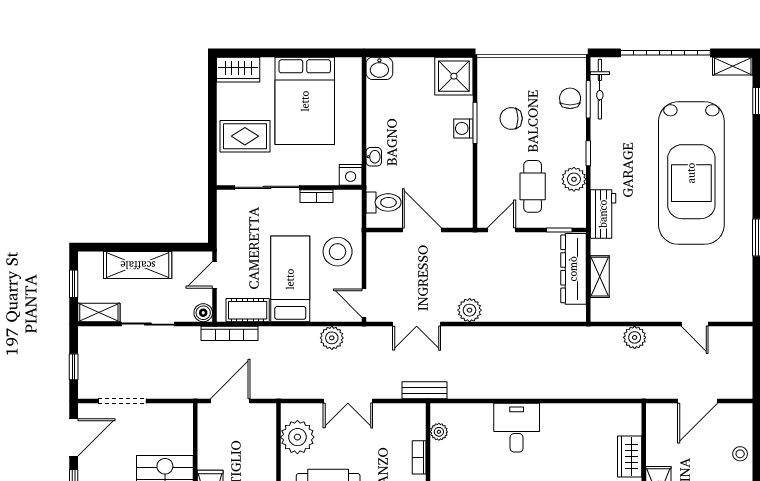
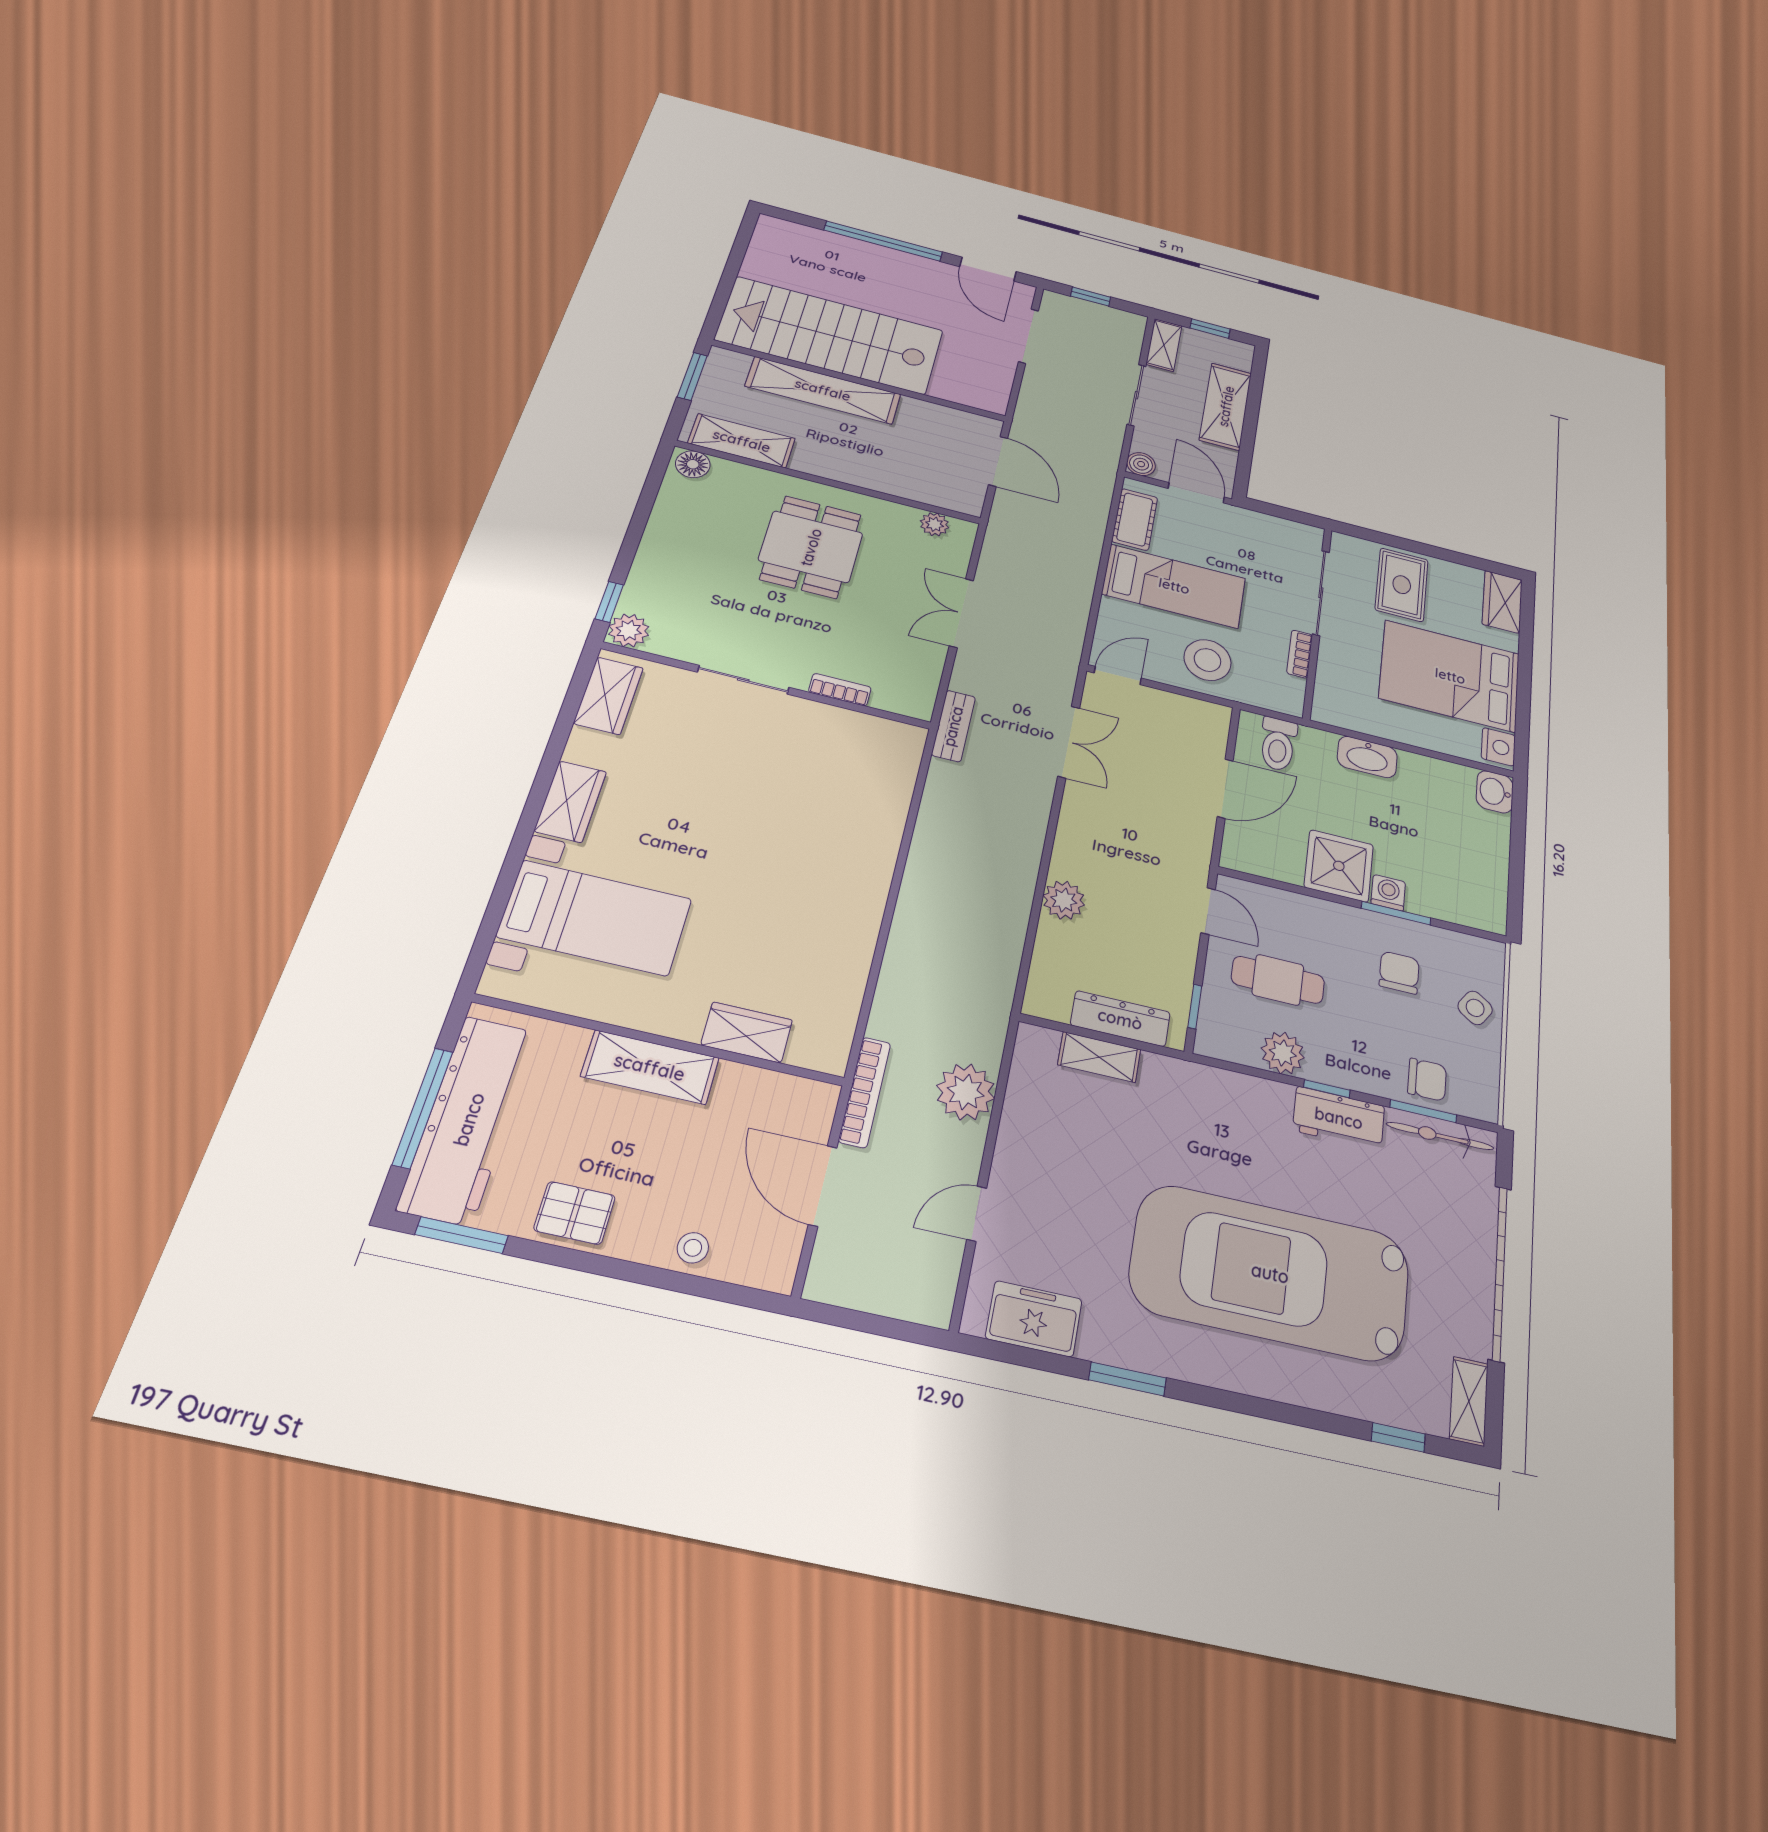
side table: (521, 73) -> (1475, 1008), added
shower: (454, 76) -> (1339, 866), moved
washbasin: (374, 157) -> (1367, 757), width x1.91, depth x1.45
nightstand: (351, 175) -> (1498, 747), moved, turned 180
workbench: (603, 214) -> (1339, 1118), moved
dresser: (573, 269) -> (1120, 1019), width x0.73, depth x0.80
door: (215, 275) -> (1196, 493), width x1.38
freezer: (739, 287) -> (1034, 1319), added
plant: (470, 310) -> (1064, 900), moved
double door: (417, 324) -> (1069, 742), swing flipped
bookcase: (230, 333) -> (865, 1092), moved, turned 180
plant: (635, 337) -> (966, 1092), width x1.36, depth x1.36
plant: (332, 338) -> (1070, 617), removed
desk: (517, 428) -> (853, 851), removed
plant: (439, 432) -> (877, 729), removed
plant: (297, 437) -> (935, 524), width x0.53, depth x0.53

